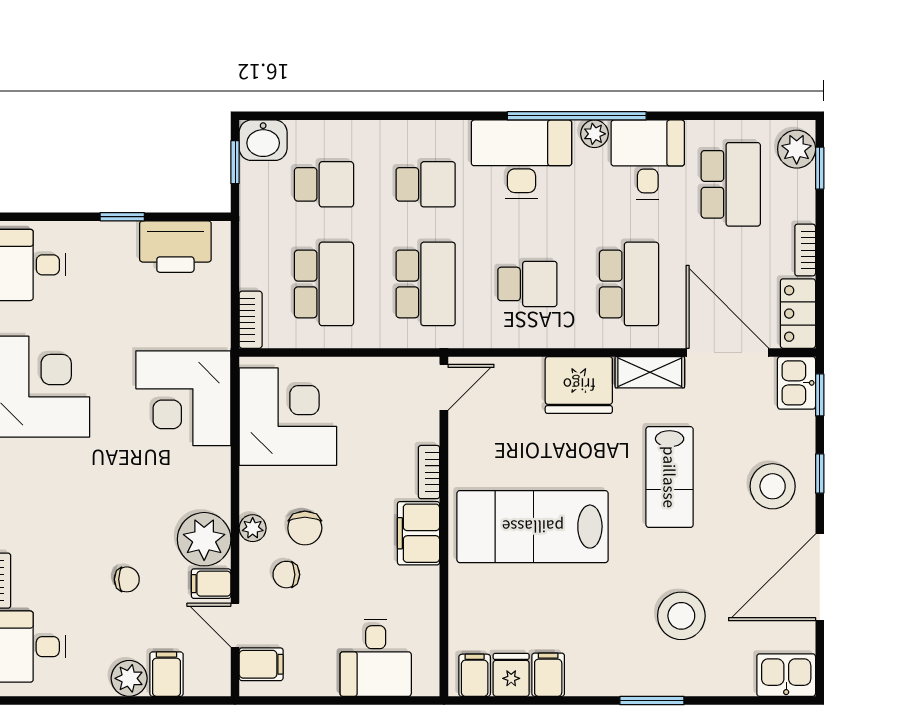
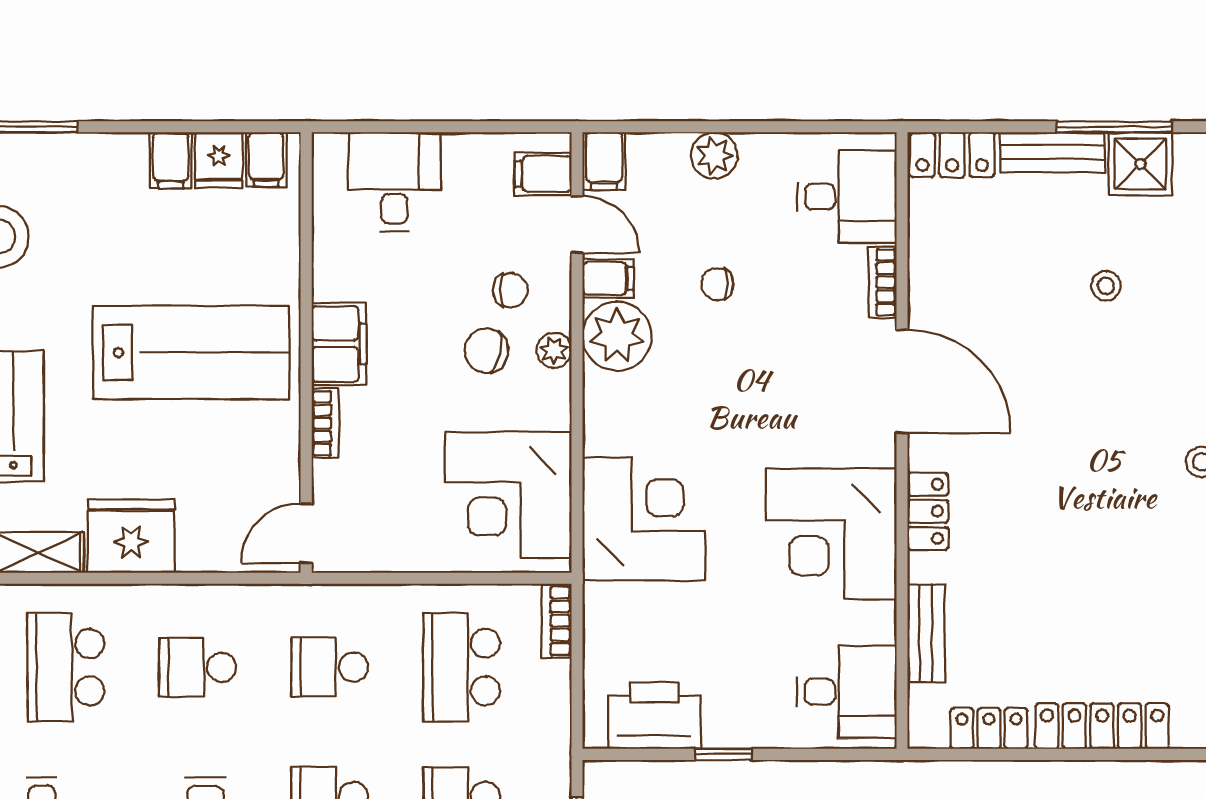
school desk: (426, 284) -> (330, 667), width x0.54
chair: (305, 528) -> (486, 351), turned -79
filing cabinet: (167, 674) -> (604, 161), moved

